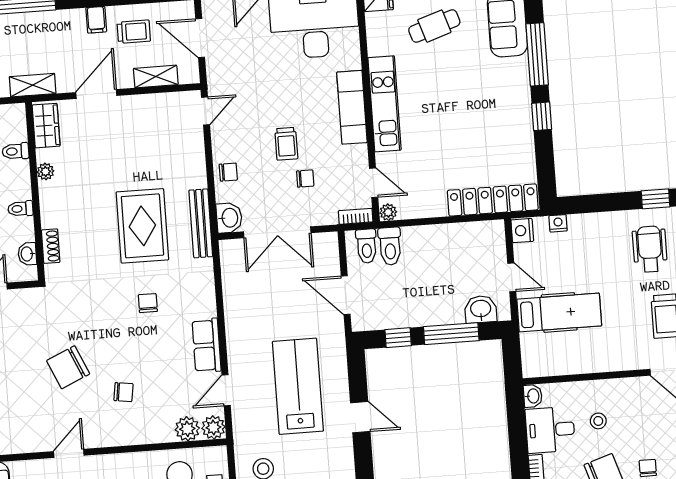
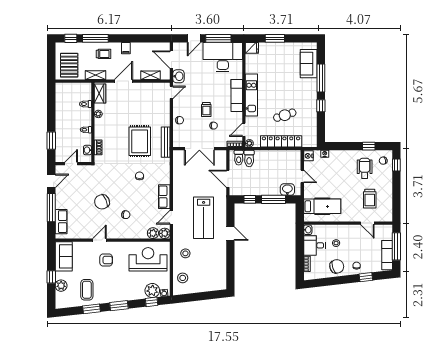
cafe table: (434, 26) -> (285, 115), moved
trolley: (134, 32) -> (103, 54), moved
door: (374, 183) -> (244, 130), swing flipped
locker: (493, 200) -> (281, 141), moved
washbasin: (229, 218) -> (179, 76), moved
hospital bed: (559, 312) -> (322, 206), moved
lab bench: (298, 386) -> (204, 218), turned 180

